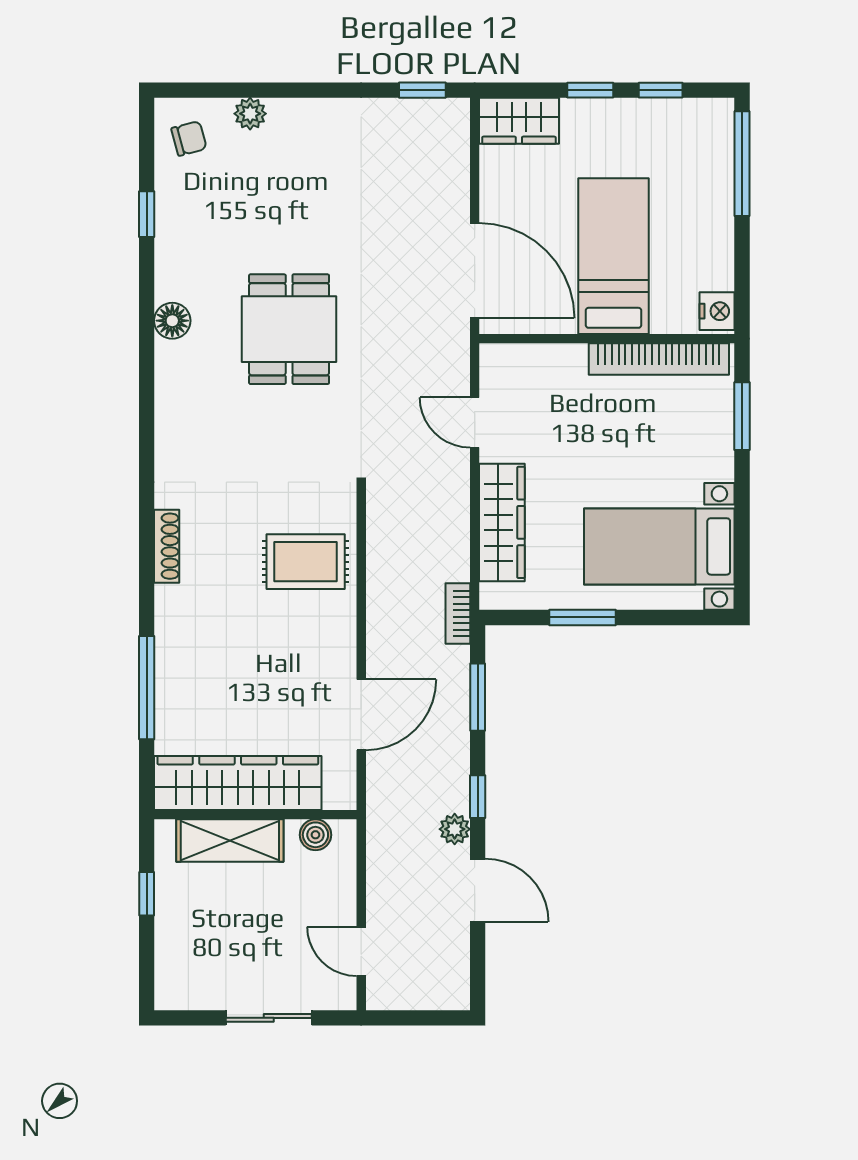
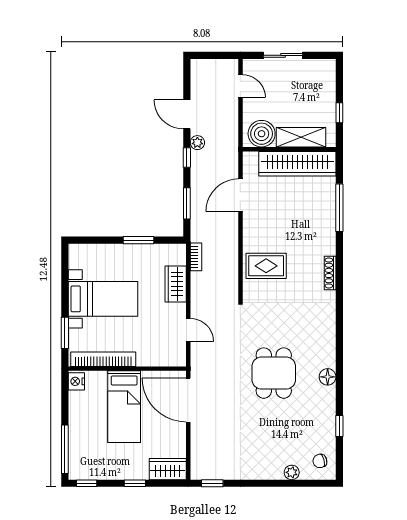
window: (661, 90) -> (87, 483), moved
wardrobe: (502, 522) -> (176, 284), width x0.67
bed with nightstands: (659, 546) -> (103, 299), moved
bookcase: (458, 614) -> (196, 257), moved
boiler: (315, 835) -> (262, 134), width x1.86, depth x1.86

